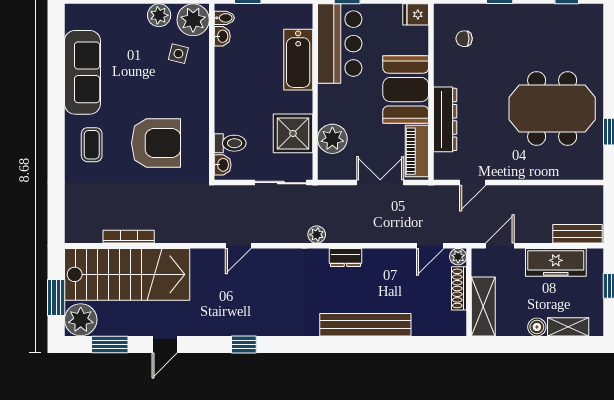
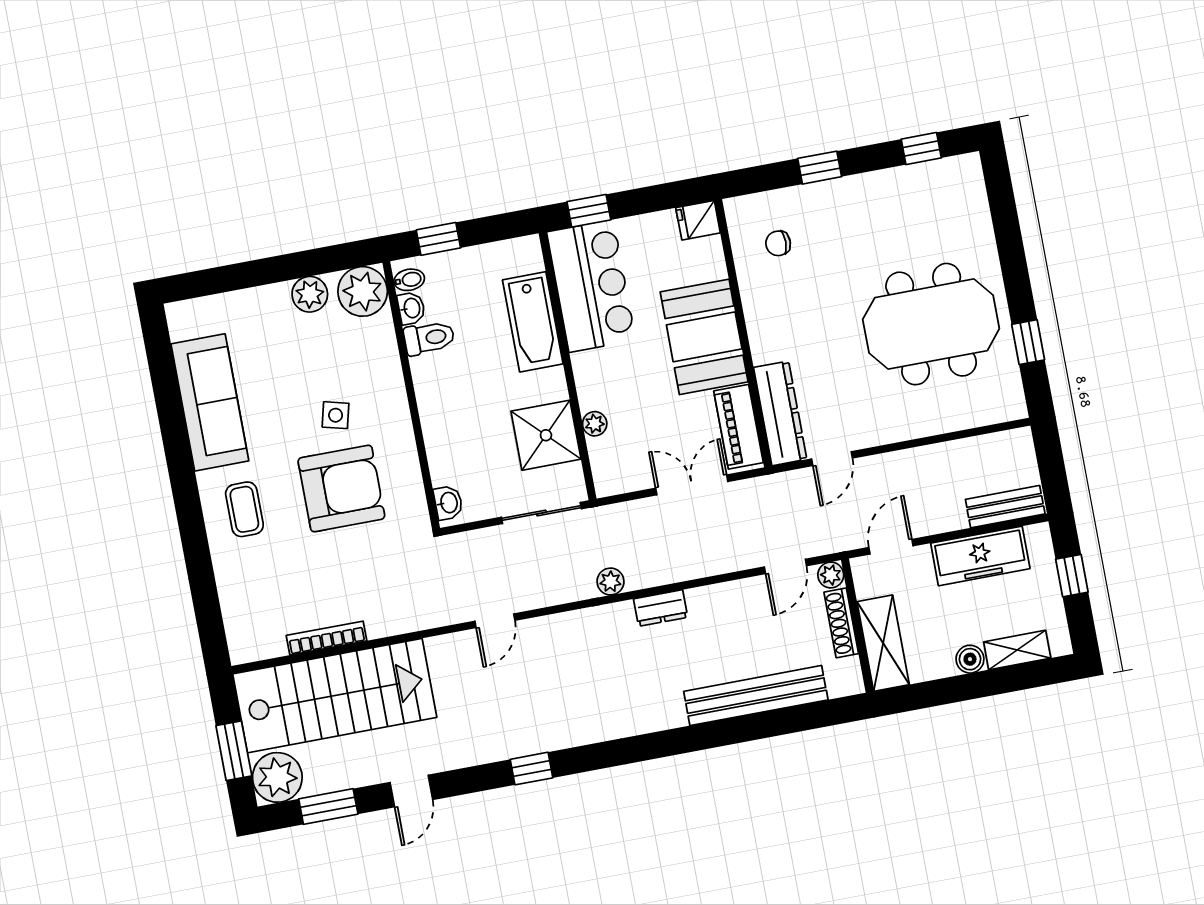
side table: (178, 54) -> (336, 415), moved
dresser: (445, 119) -> (780, 413), moved
plant: (332, 139) -> (595, 424), width x0.53, depth x0.53
toilet: (230, 143) -> (429, 338), moved
bench: (365, 325) -> (756, 696), moved

